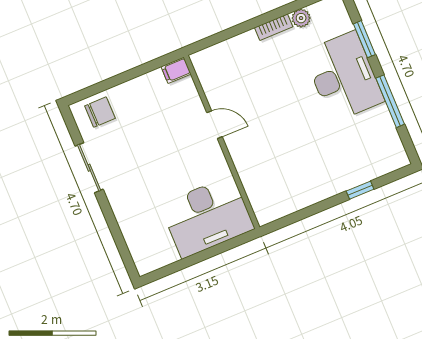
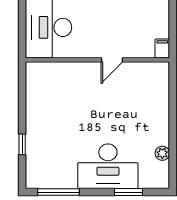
bookcase: (274, 27) -> (164, 131), removed
window: (390, 101) -> (59, 192), moved

